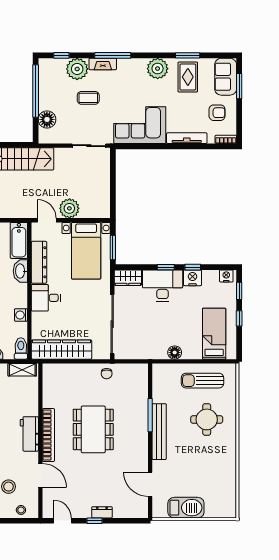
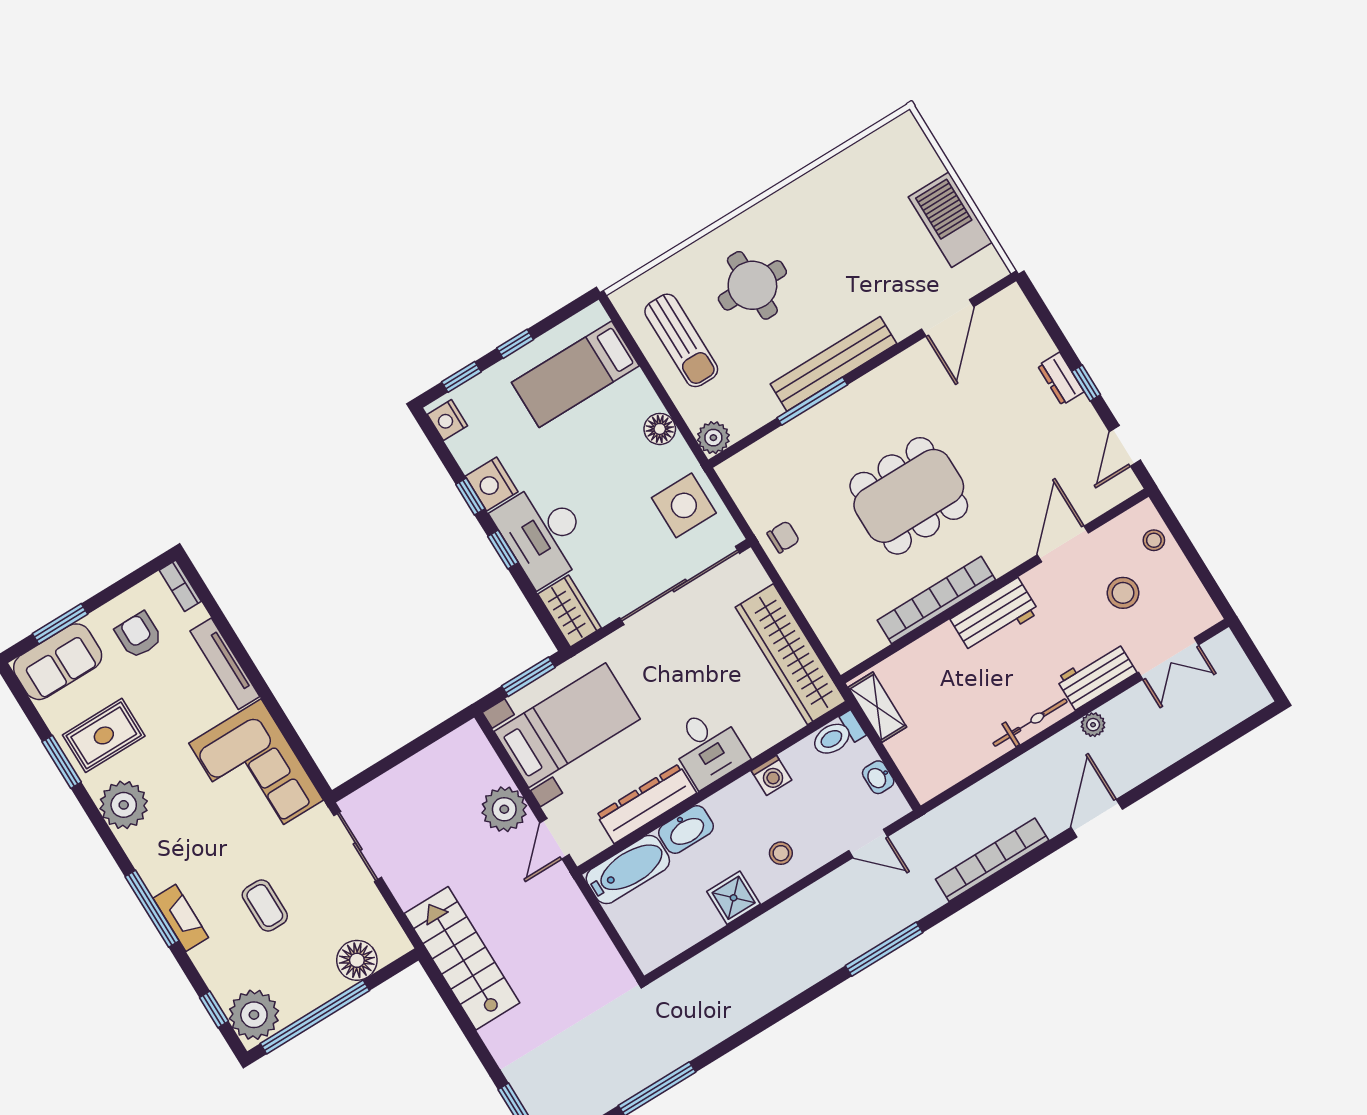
plant: (77, 69) -> (254, 1015), moved
side table: (141, 344) -> (684, 505), added
plant: (159, 370) -> (713, 438), added
bookcase: (48, 435) -> (936, 600), moved

